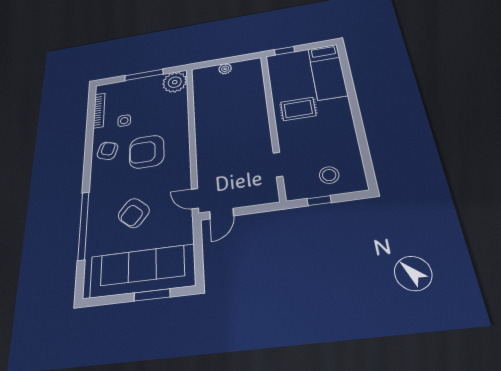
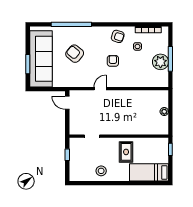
plant: (175, 82) -> (160, 62), moved
armchair: (147, 152) -> (113, 61), width x0.53, depth x0.53
stool: (329, 175) -> (101, 171), moved
door: (195, 199) -> (100, 89), moved

